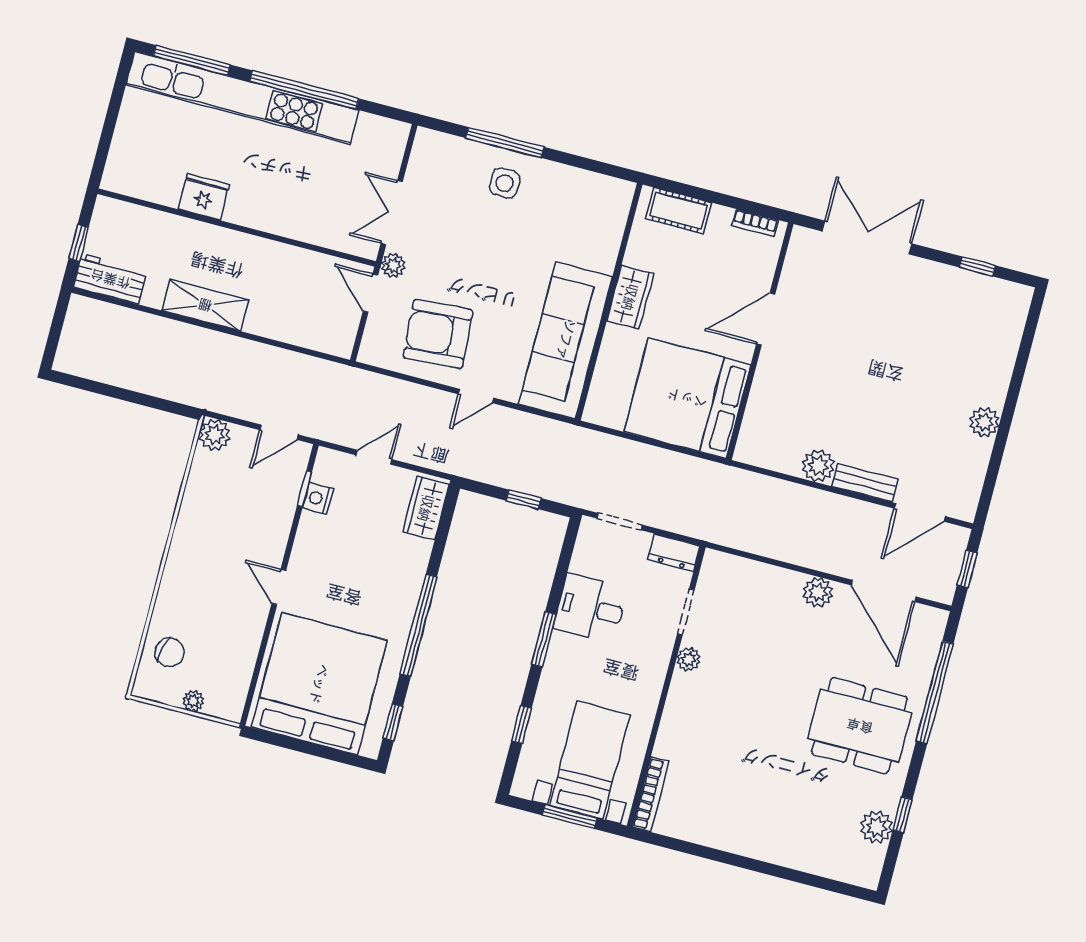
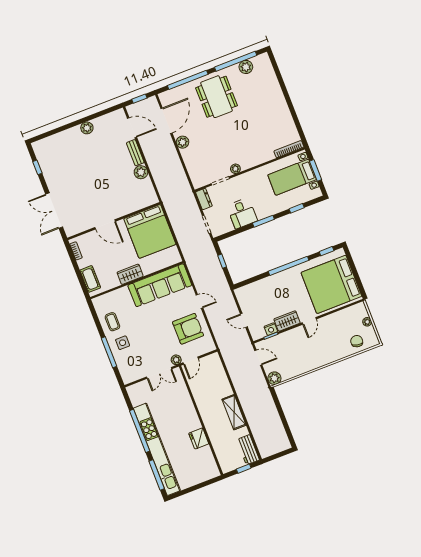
coffee table: (561, 193) -> (112, 322), added
armchair: (438, 334) -> (188, 329), turned -86
wardrobe: (426, 508) -> (287, 321), moved, turned 180
window: (903, 815) -> (236, 61), width x3.17

